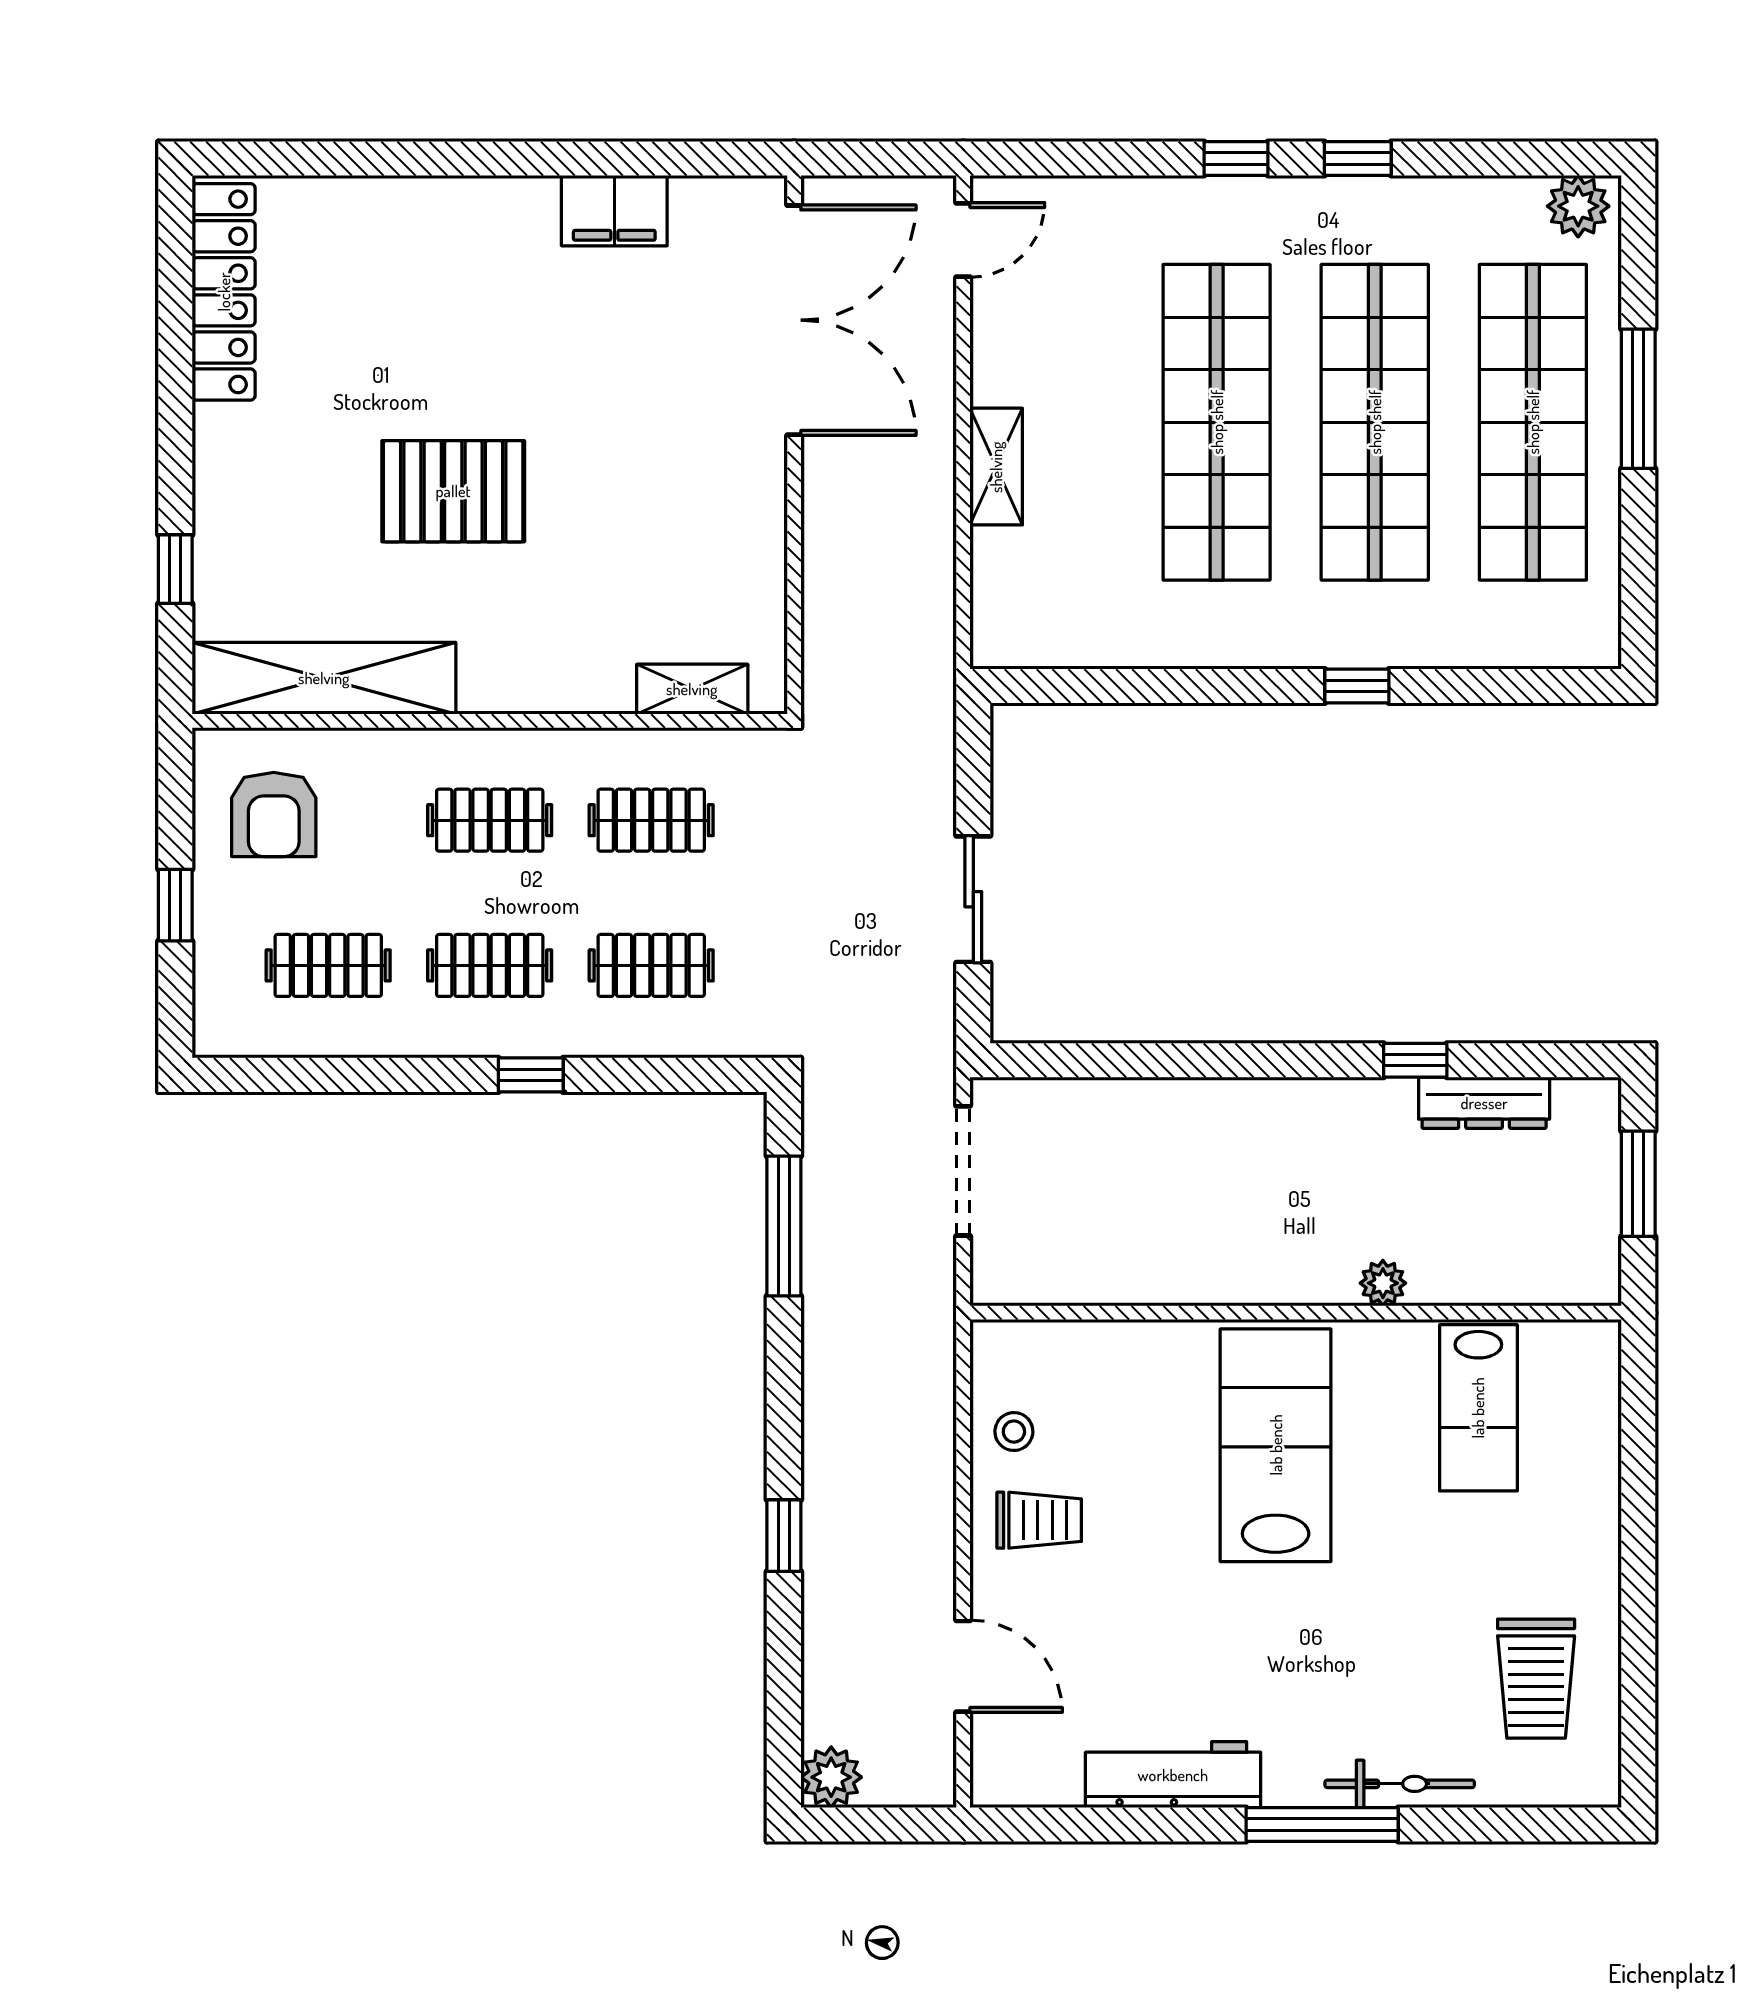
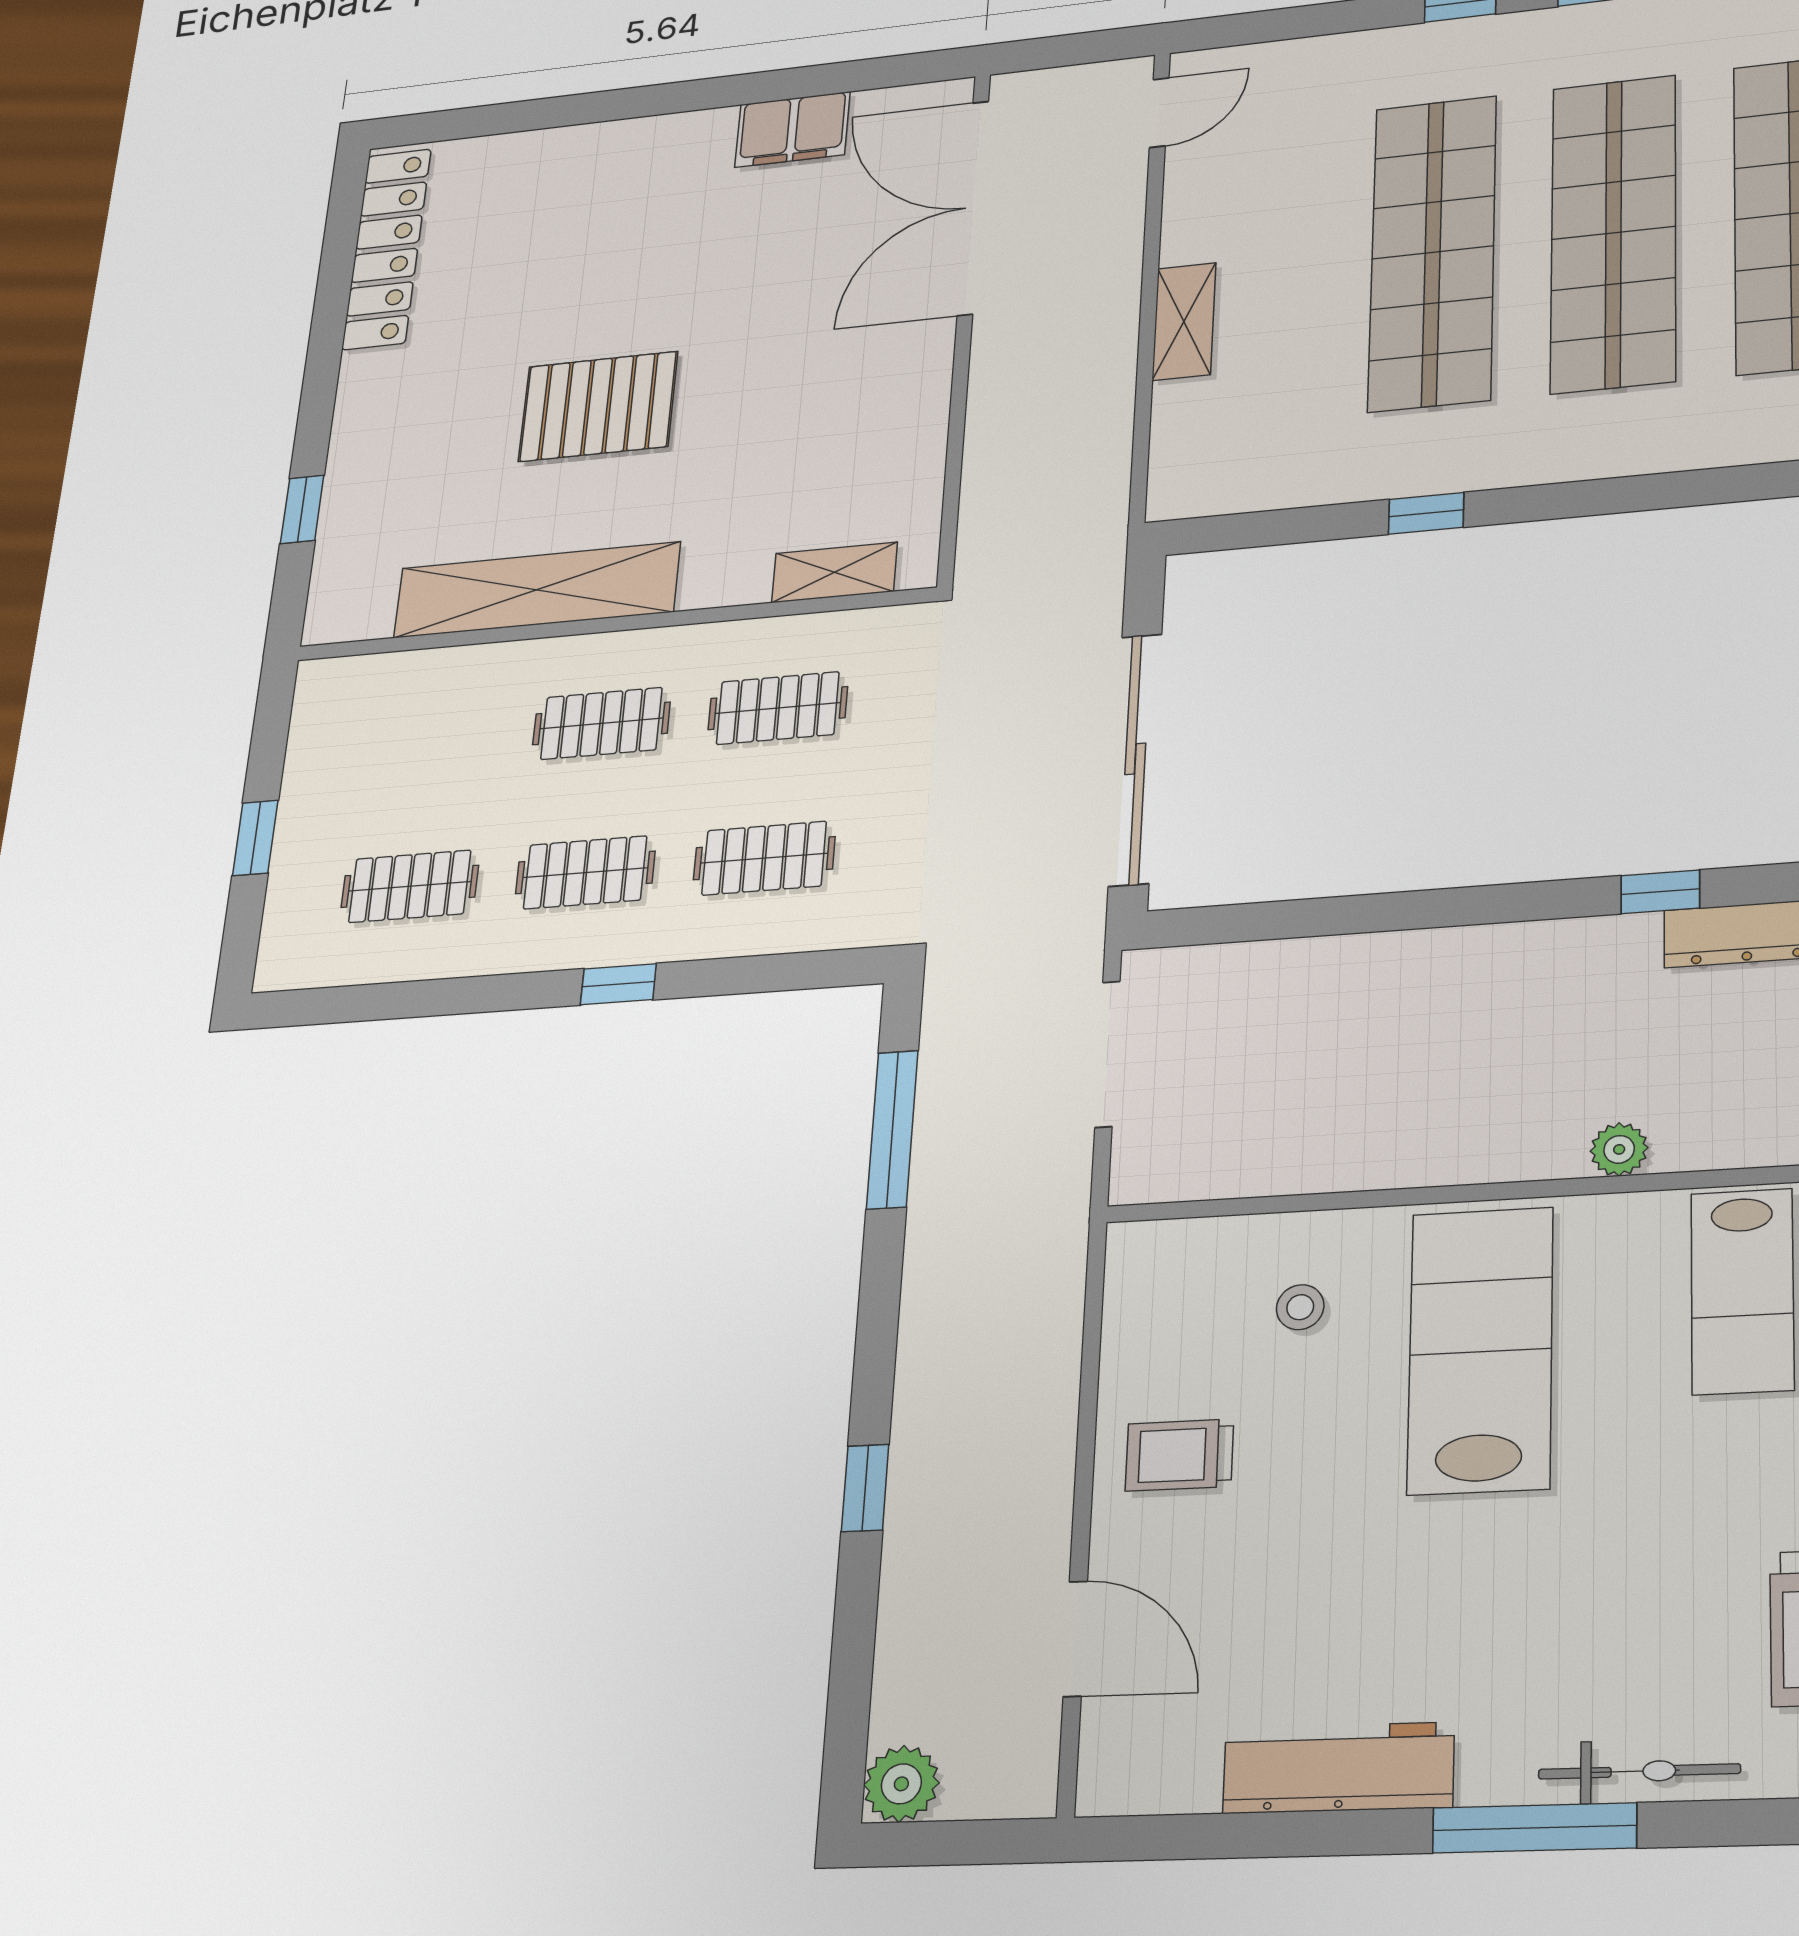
double door: (794, 320) -> (973, 207), swing flipped
shelving: (324, 678) -> (537, 590), moved
window: (1357, 686) -> (1426, 513), moved
armchair: (274, 814) -> (371, 738), removed
sliding door: (973, 899) -> (1135, 759), width x1.86
stool: (1014, 1432) -> (1300, 1307), moved
trolley: (1039, 1520) -> (1180, 1455), turned 180

